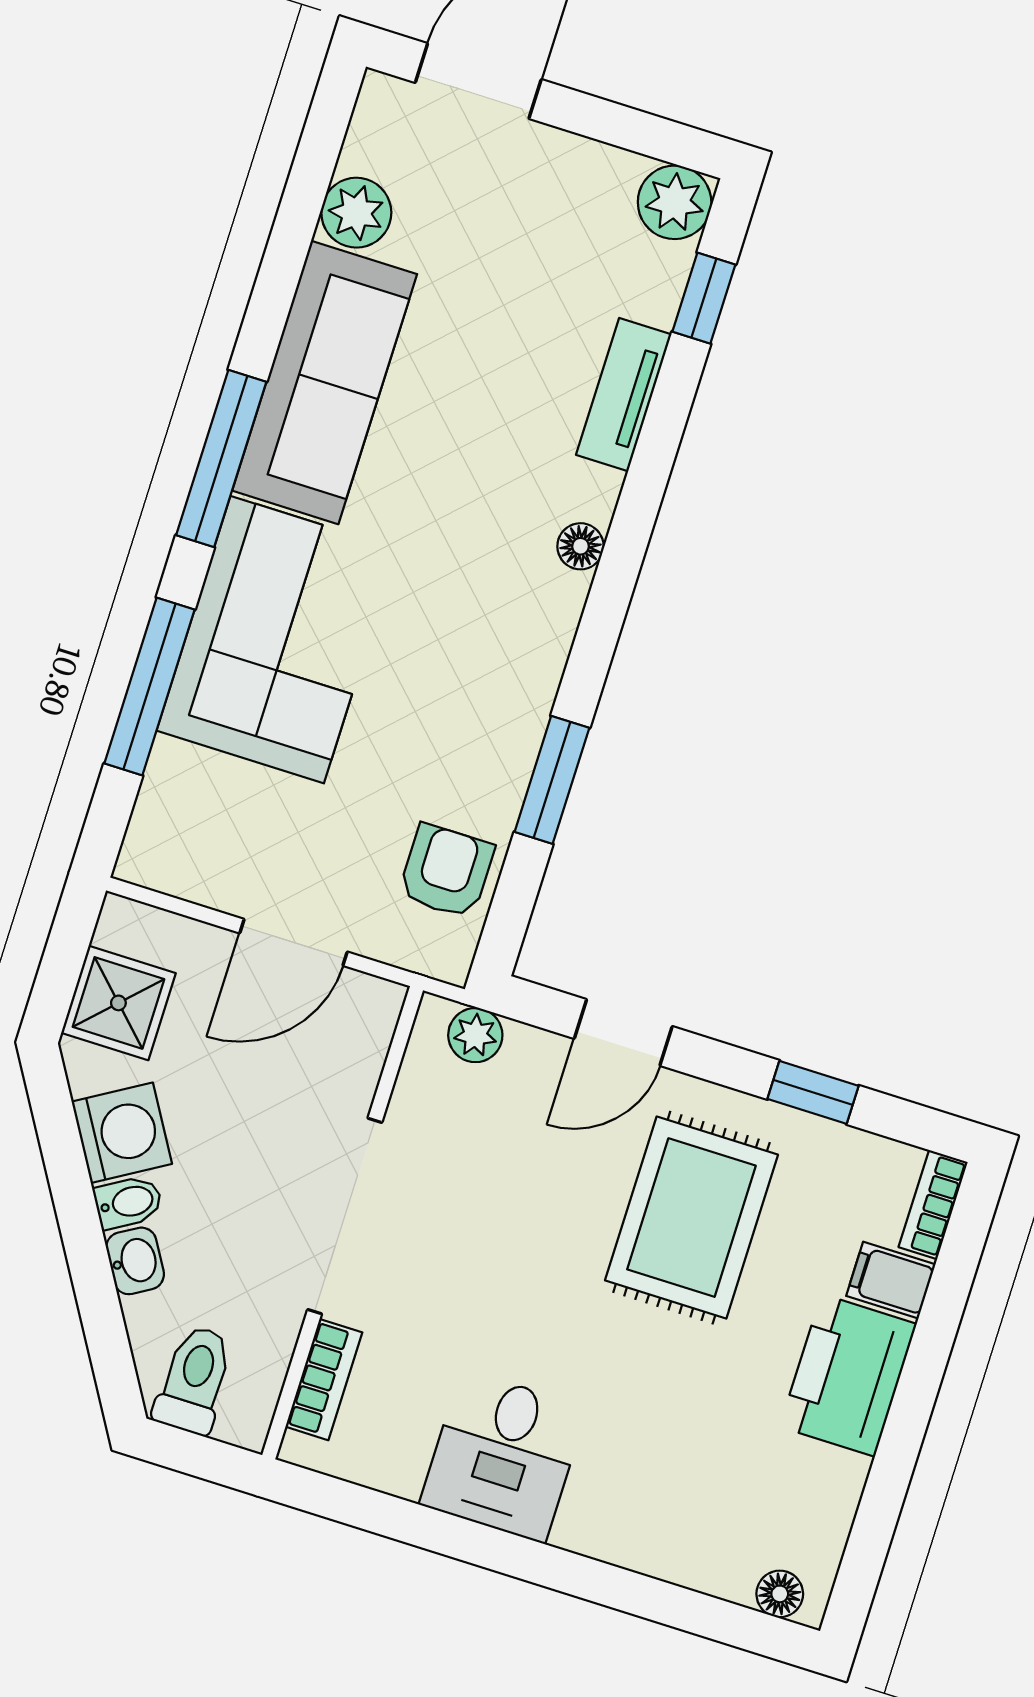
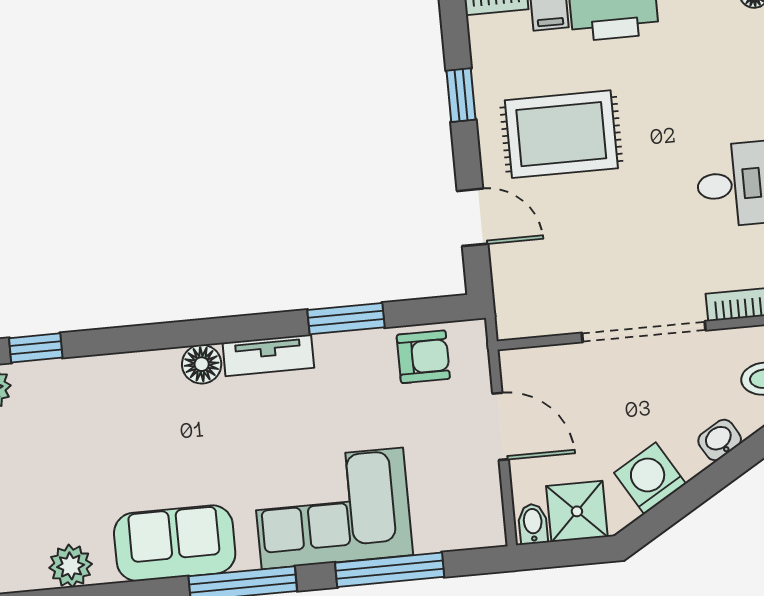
sofa: (325, 382) -> (175, 543), width x0.73
tv unit: (624, 395) -> (268, 355), moved
floor lamp: (580, 546) -> (202, 364), width x1.37, depth x1.37
armchair: (446, 871) -> (423, 357), turned 180
plant: (475, 1035) -> (510, 301), removed
bidet: (128, 1202) -> (533, 524), moved, turned 31

